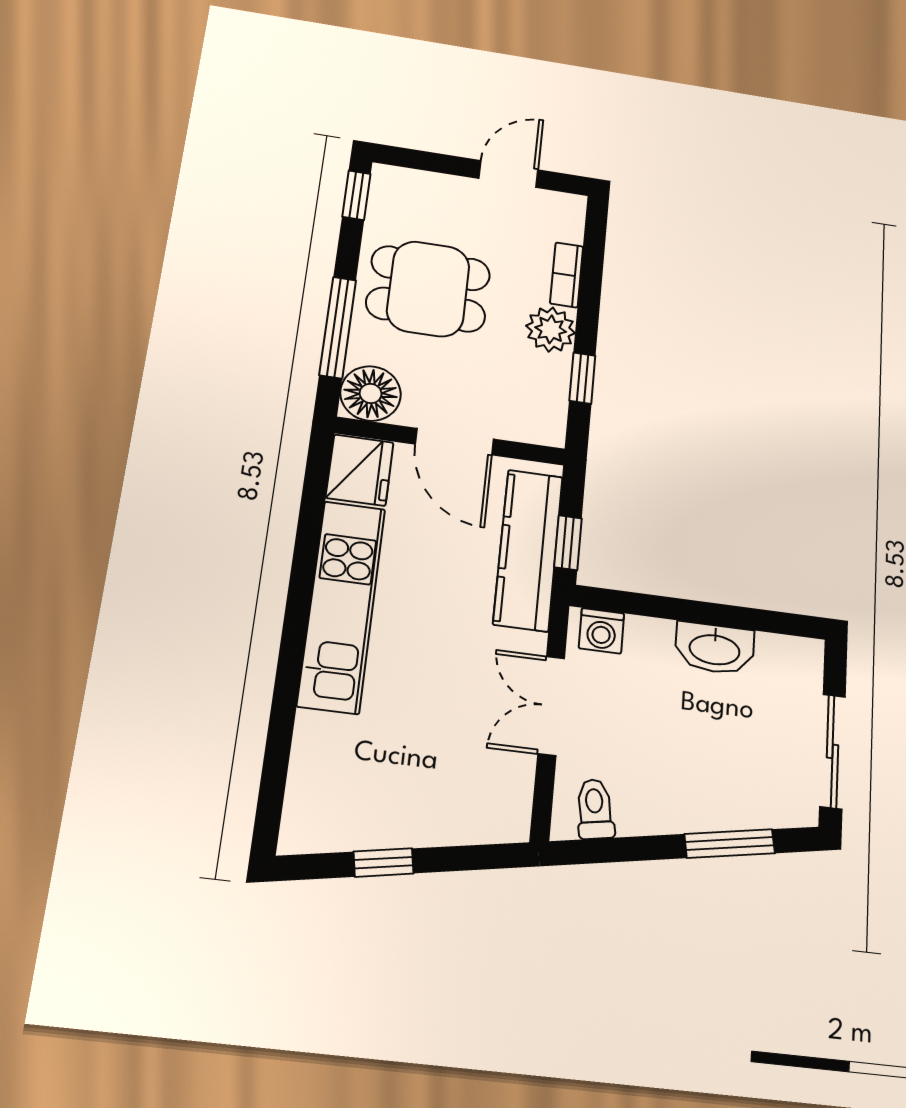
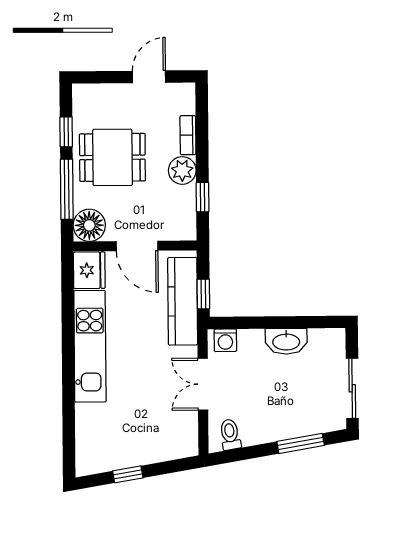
window: (356, 195) -> (66, 132), moved

